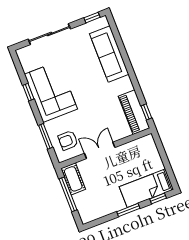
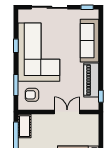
corner sofa: (51, 92) -> (39, 52), width x1.36, depth x1.36
piano: (134, 112) -> (91, 80), moved
double door: (100, 150) -> (67, 112), moved

